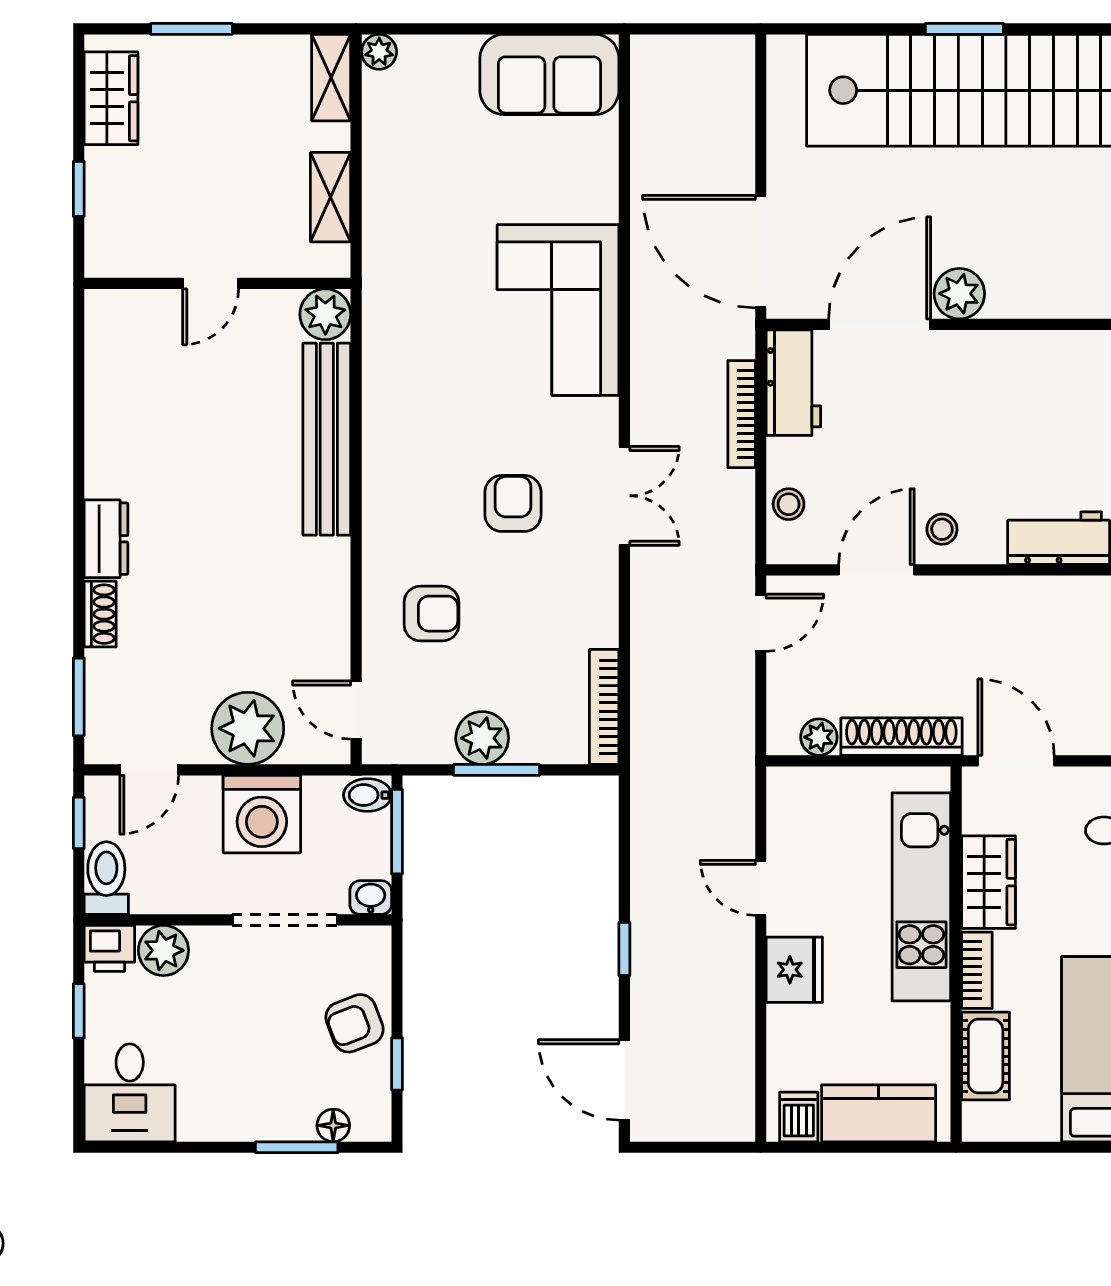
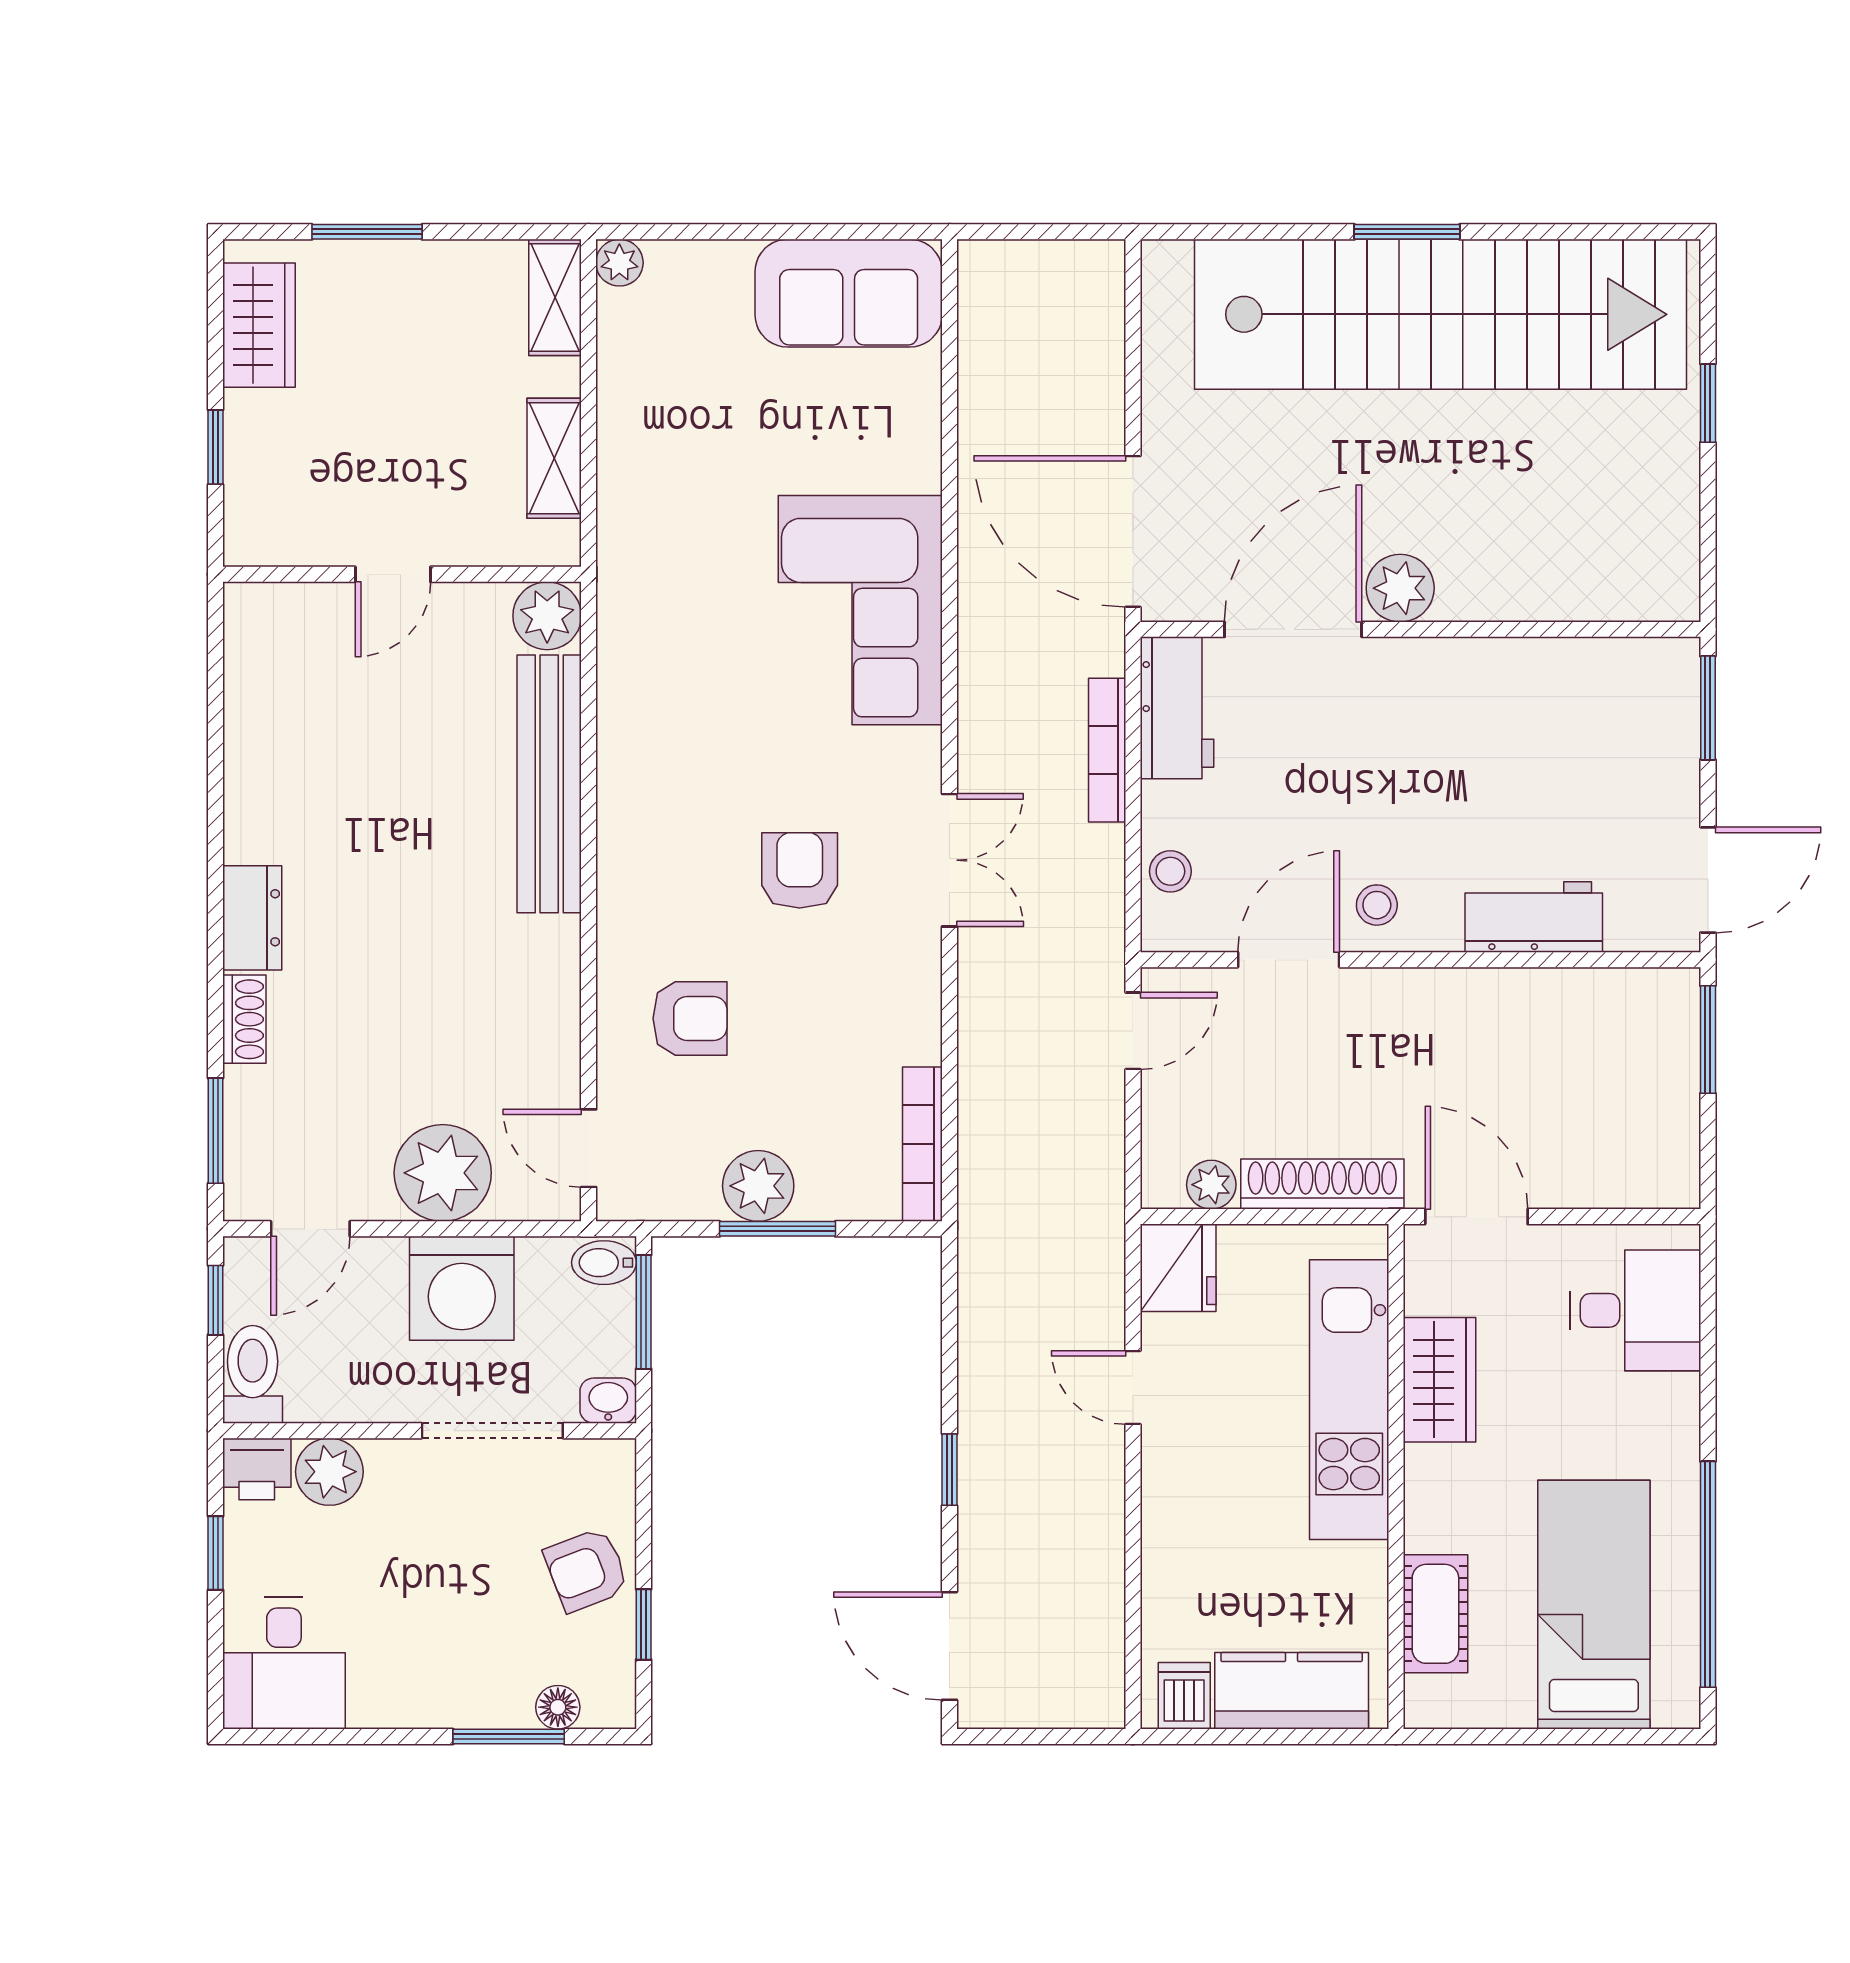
fridge: (794, 970) -> (1178, 1268), moved
bookcase: (977, 970) -> (1424, 1498), removed

